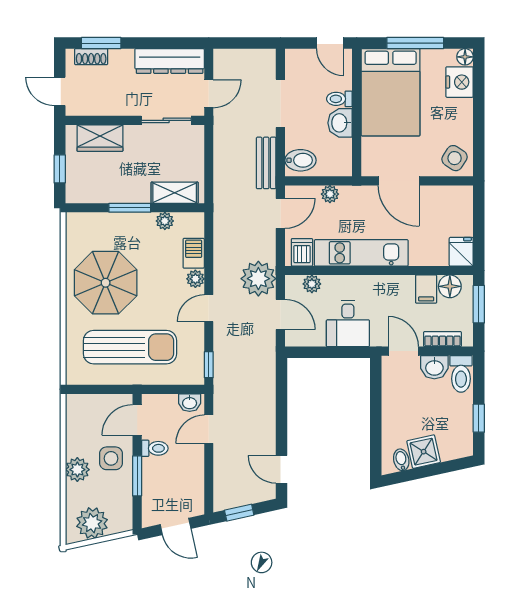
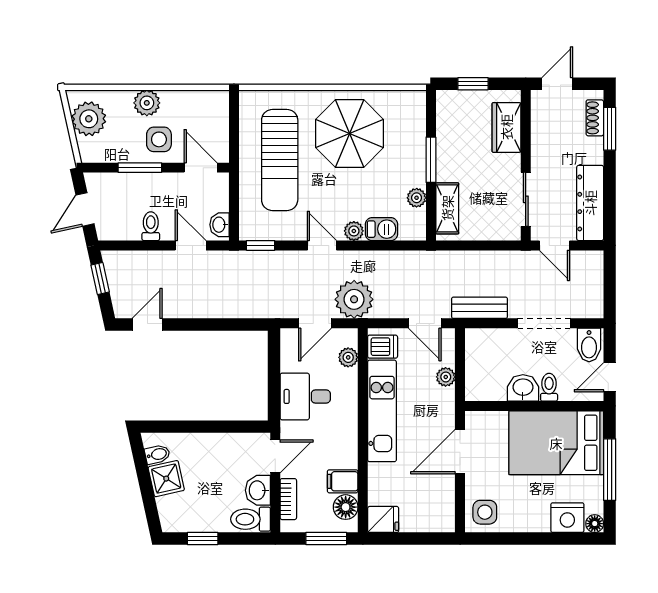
side table: (455, 158) -> (485, 512), turned -33
bidet: (300, 160) -> (589, 345), moved
toilet: (155, 448) -> (151, 226), moved, turned 180

